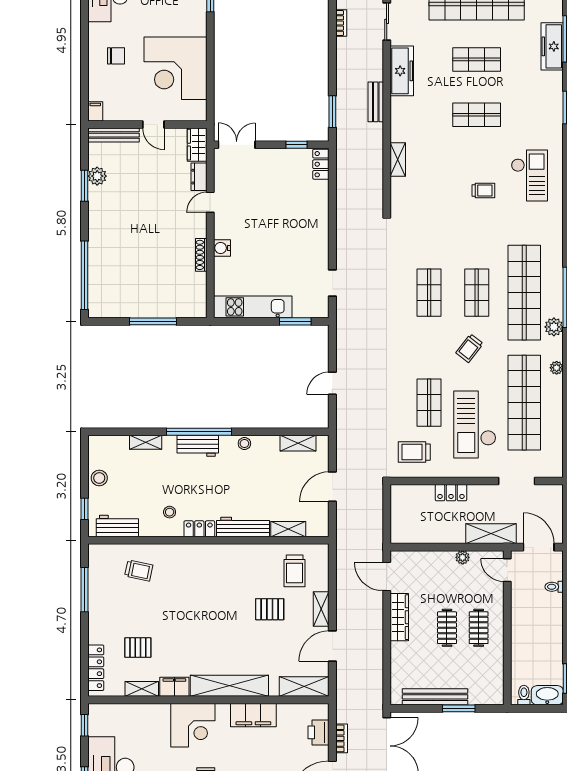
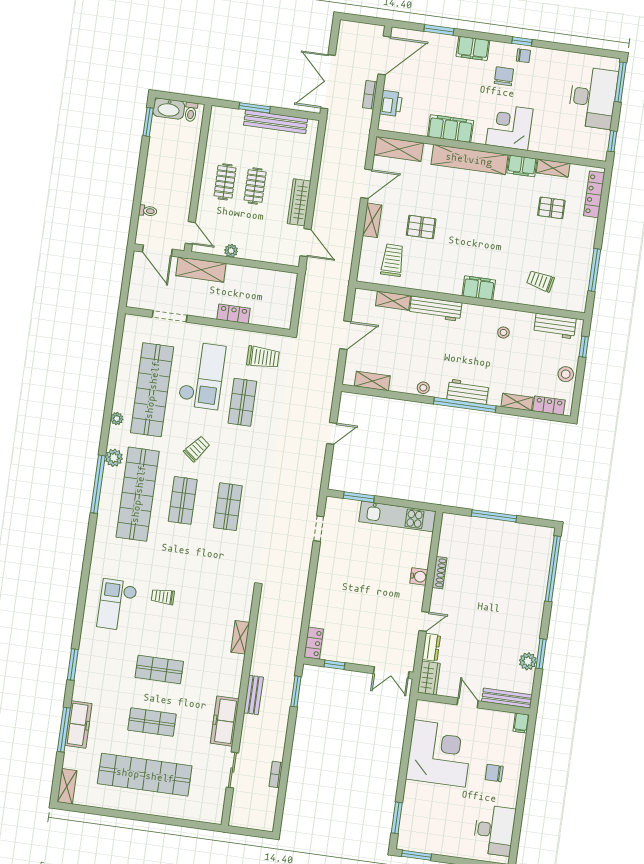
locker: (199, 529) -> (549, 405), moved, turned 180
filing cabinet: (202, 554) -> (479, 288), added

